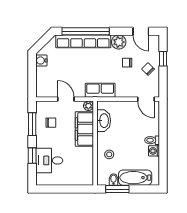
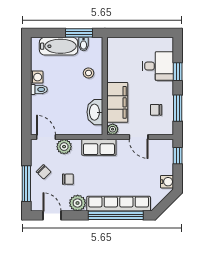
window: (163, 59) -> (26, 184), width x2.17
window: (32, 83) -> (178, 156), added
plant: (130, 91) -> (64, 147), added

